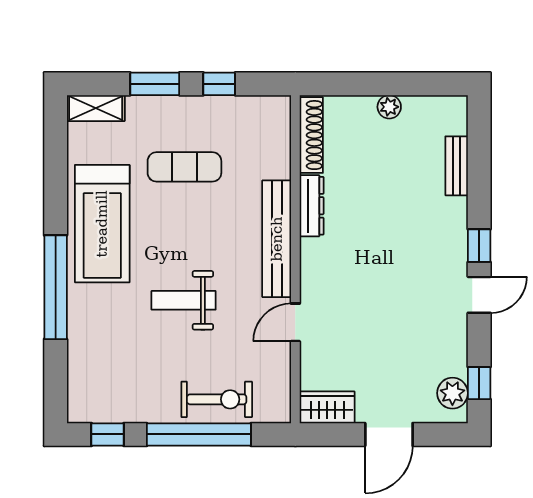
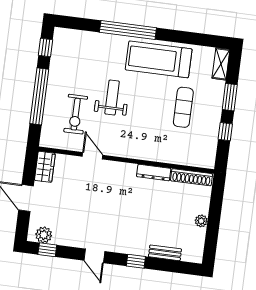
bench: (277, 239) -> (138, 152), removed
window: (479, 246) -> (136, 261), moved
exercise bike: (217, 399) -> (76, 114), moved

